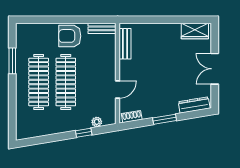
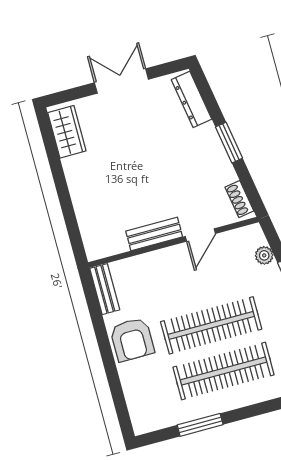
bench: (125, 44) -> (154, 234), moved
double door: (215, 69) -> (121, 81), swing flipped
door: (118, 90) -> (200, 235), swing flipped

